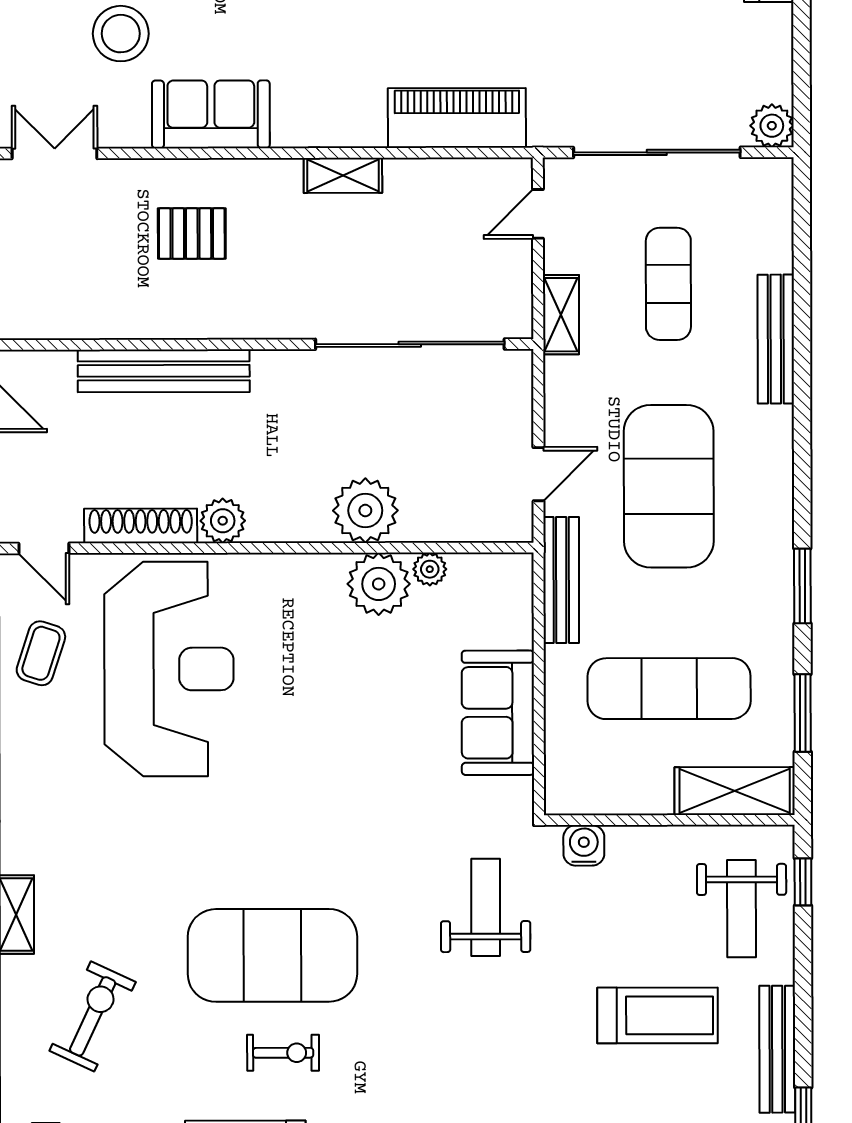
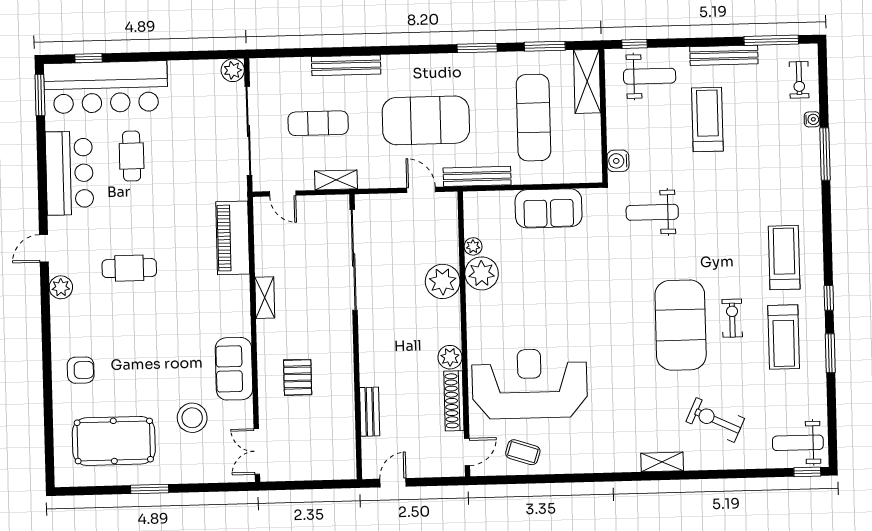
bench: (164, 371) -> (370, 412), width x0.54, depth x0.82

